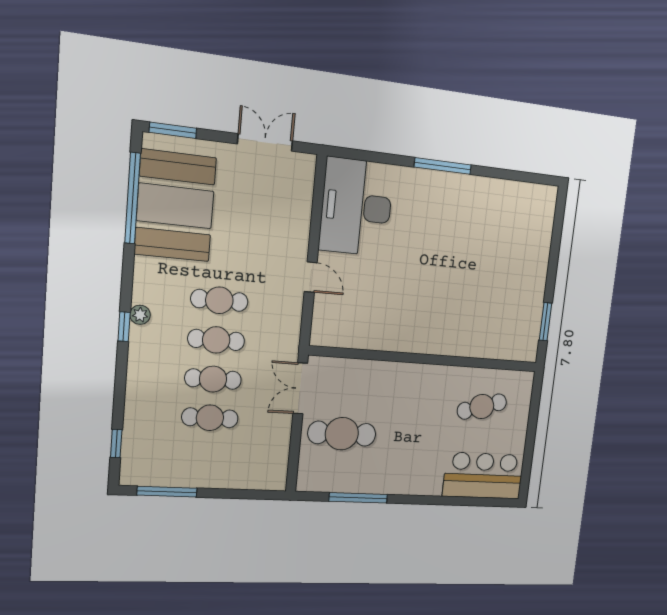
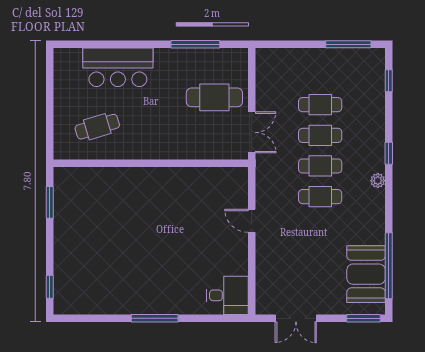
booth: (175, 206) -> (366, 274), width x0.73, depth x0.70
desk: (356, 207) -> (227, 295), width x0.53, depth x0.77
window: (559, 221) -> (50, 287), added
window: (124, 327) -> (389, 153), moved
bar counter: (483, 476) -> (118, 67), moved

